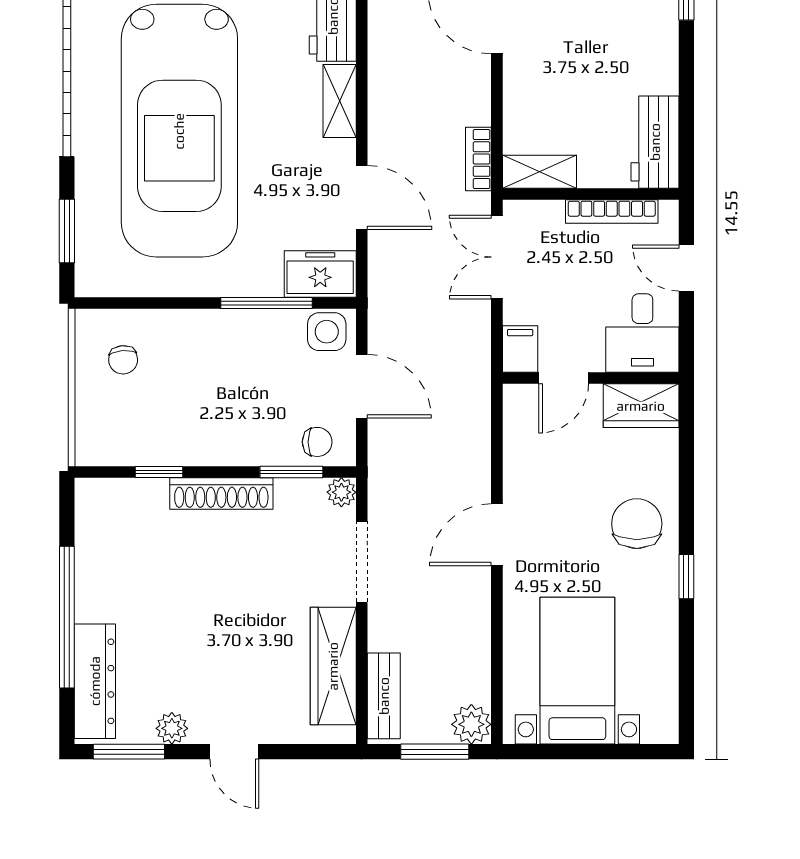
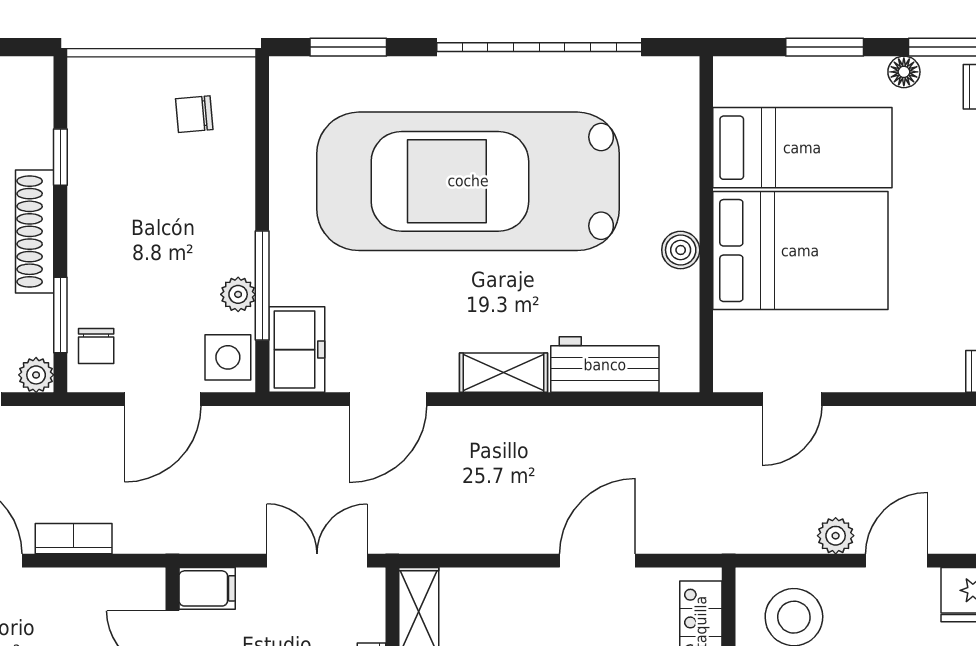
bookcase: (478, 159) -> (74, 539), moved
plant: (274, 323) -> (238, 294), added

